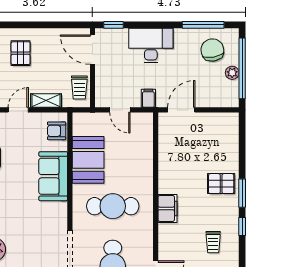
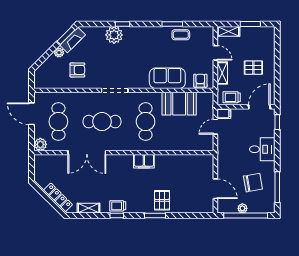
desk: (151, 45) -> (262, 149), width x0.73
chair: (212, 50) -> (253, 183), moved
pallet: (21, 53) -> (253, 68), moved
filing cabinet: (148, 98) -> (224, 114), moved
door: (181, 110) -> (215, 189), moved
window: (242, 226) -> (117, 216), moved
trolley: (213, 242) -> (118, 206), moved

